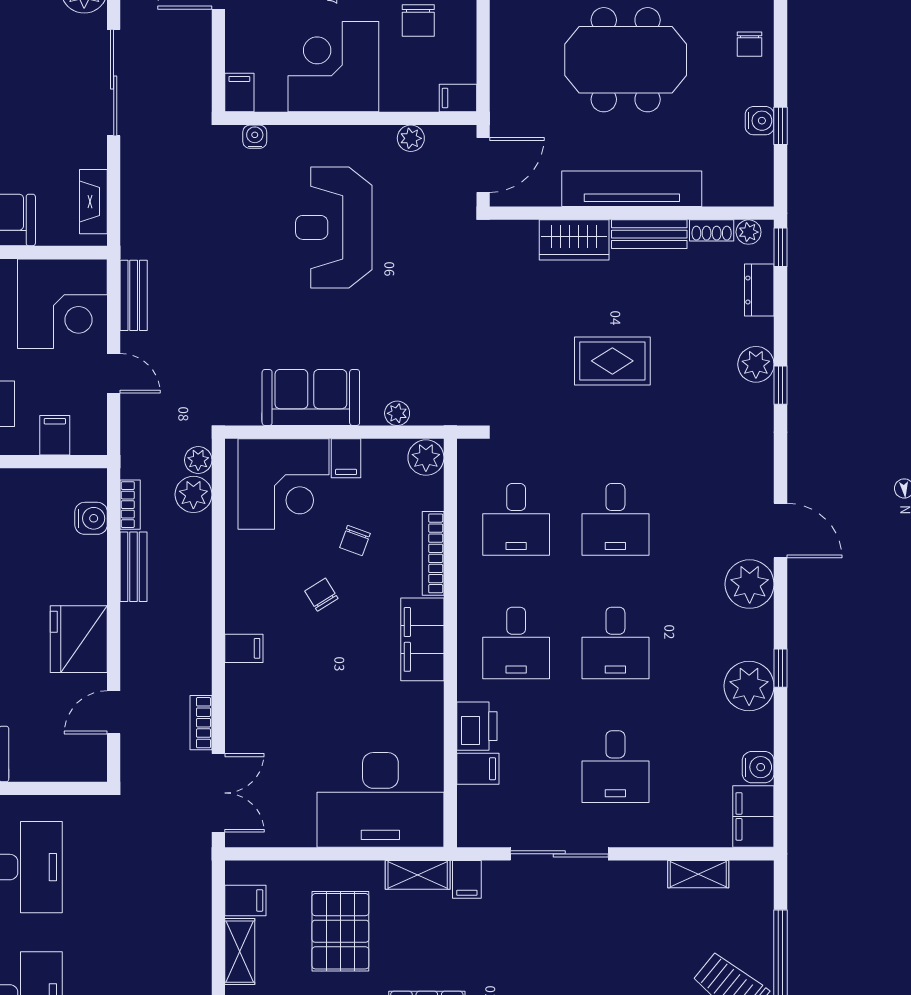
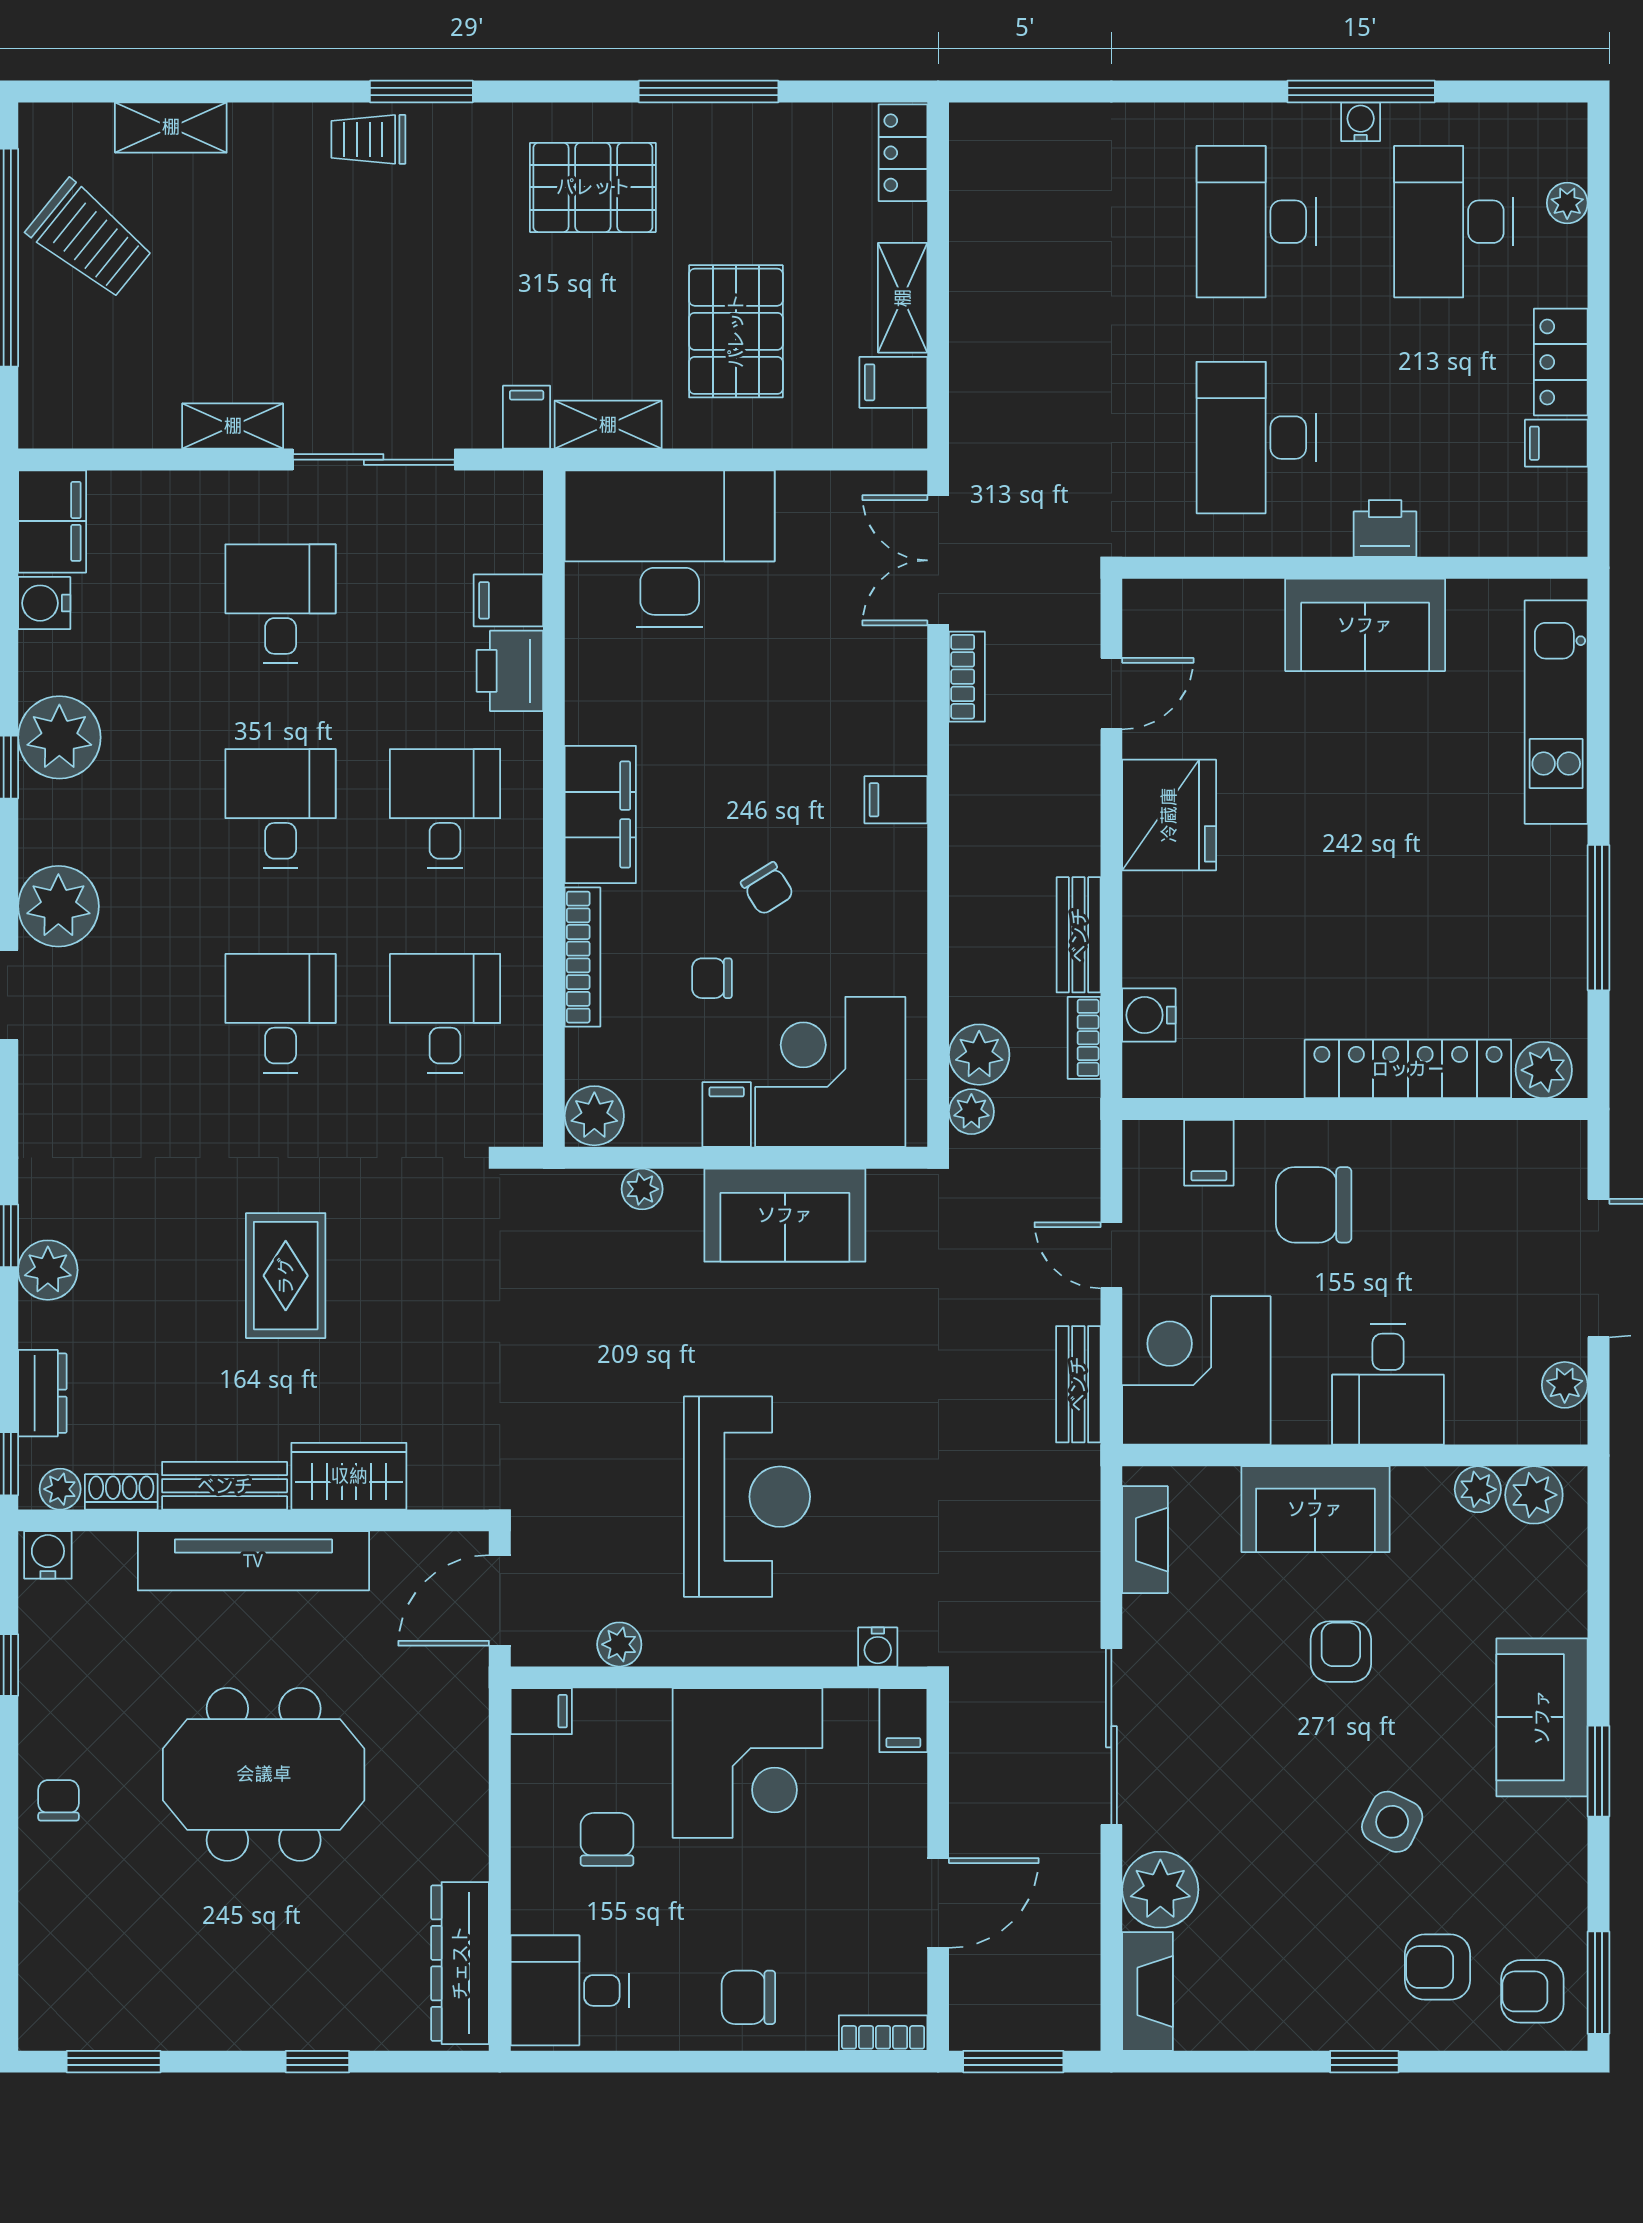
water cooler: (760, 121) -> (48, 1555), moved, turned 90
rug: (612, 361) -> (286, 1276), turned 90
chair: (355, 541) -> (712, 978), turned -110
shelving: (698, 874) -> (233, 426), moved

